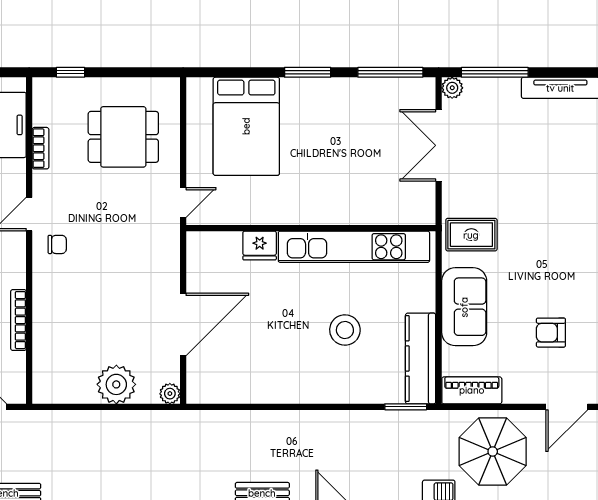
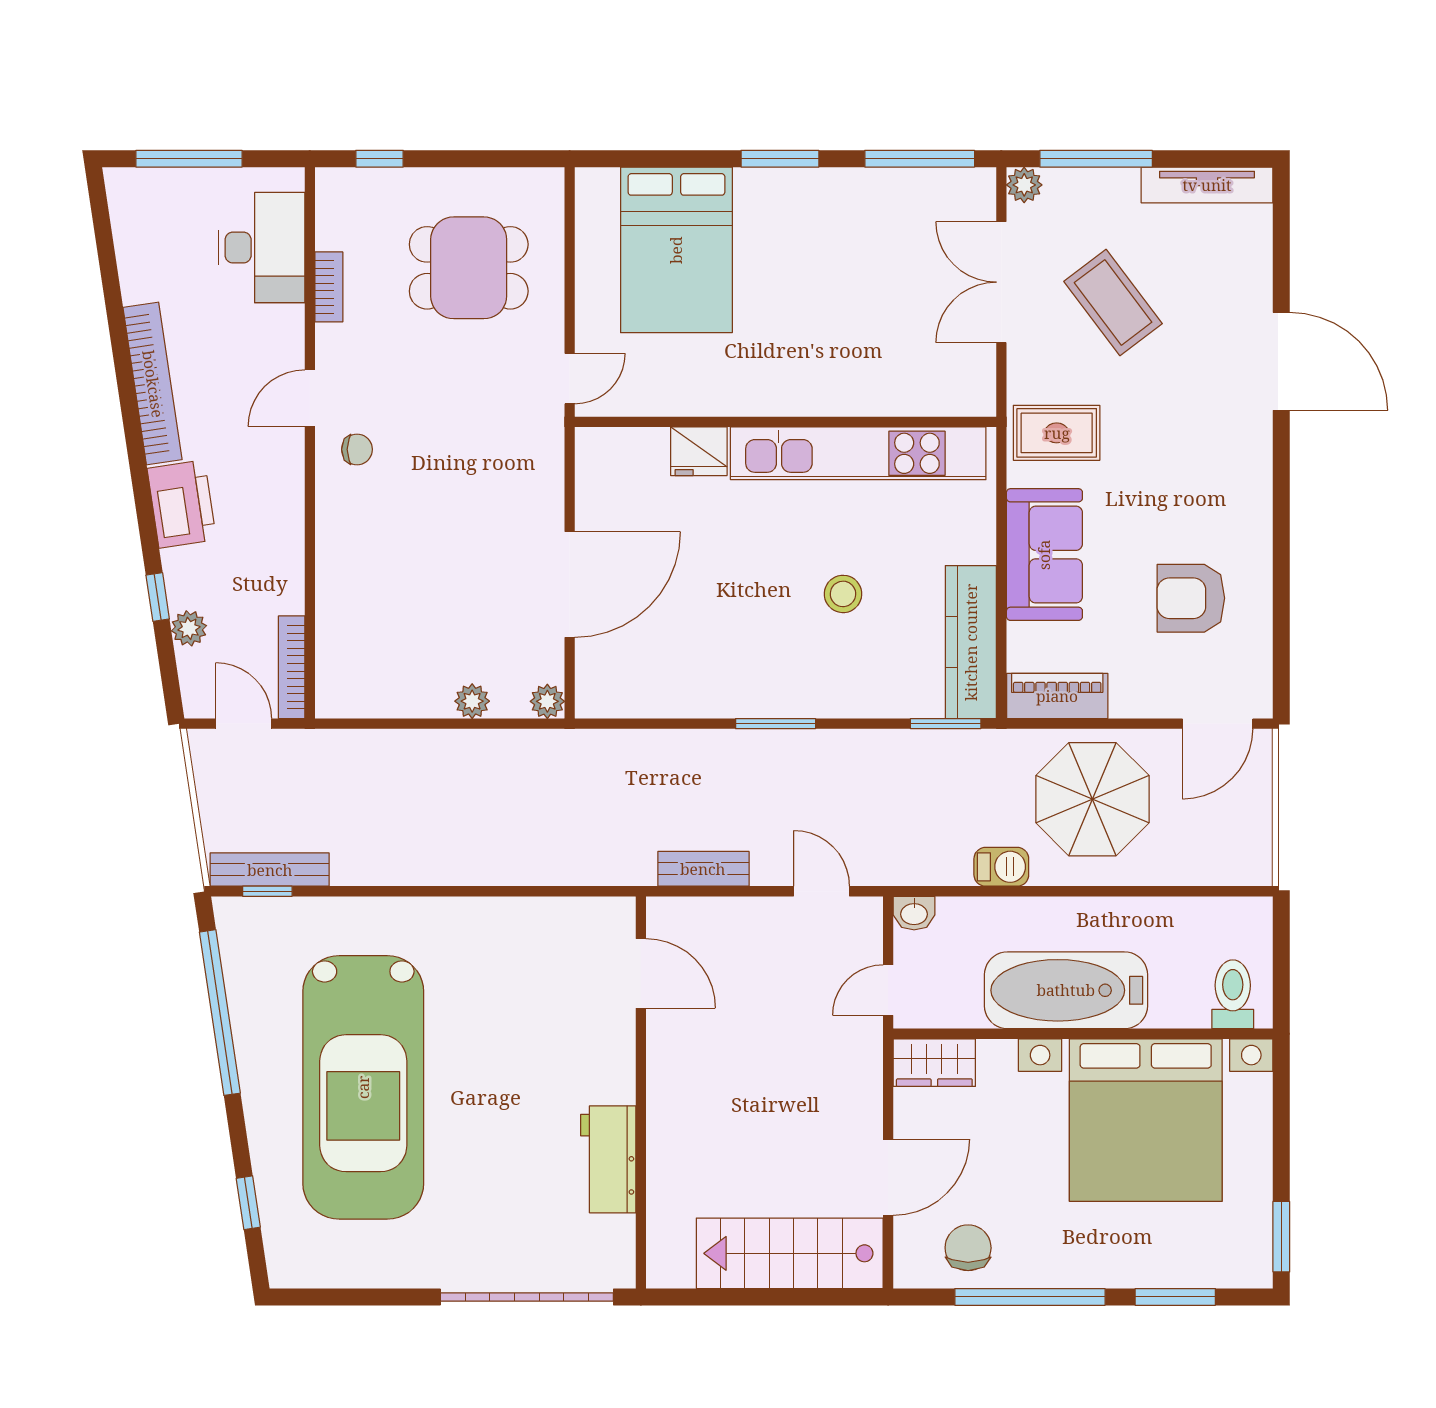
coffee table: (505, 157) -> (1113, 302), added
bookcase: (18, 320) -> (292, 667), moved
stool: (345, 330) -> (843, 594), width x0.73, depth x0.73
armchair: (551, 333) -> (1191, 598), width x1.38, depth x1.38
plant: (116, 384) -> (472, 701), width x0.53, depth x0.53
window: (305, 407) -> (776, 724), added

